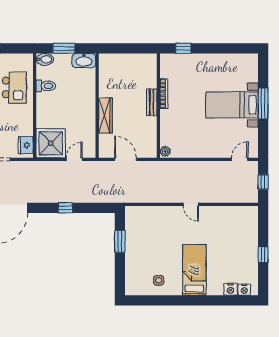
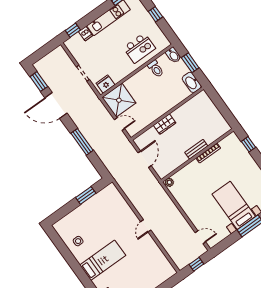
wardrobe: (105, 116) -> (165, 124), width x0.67
window: (65, 208) -> (82, 142), width x2.17

